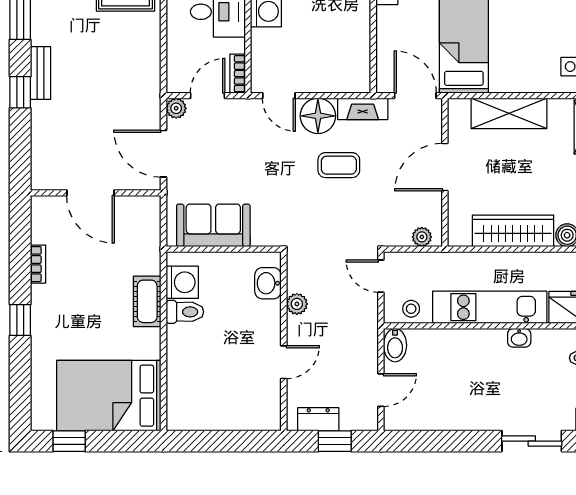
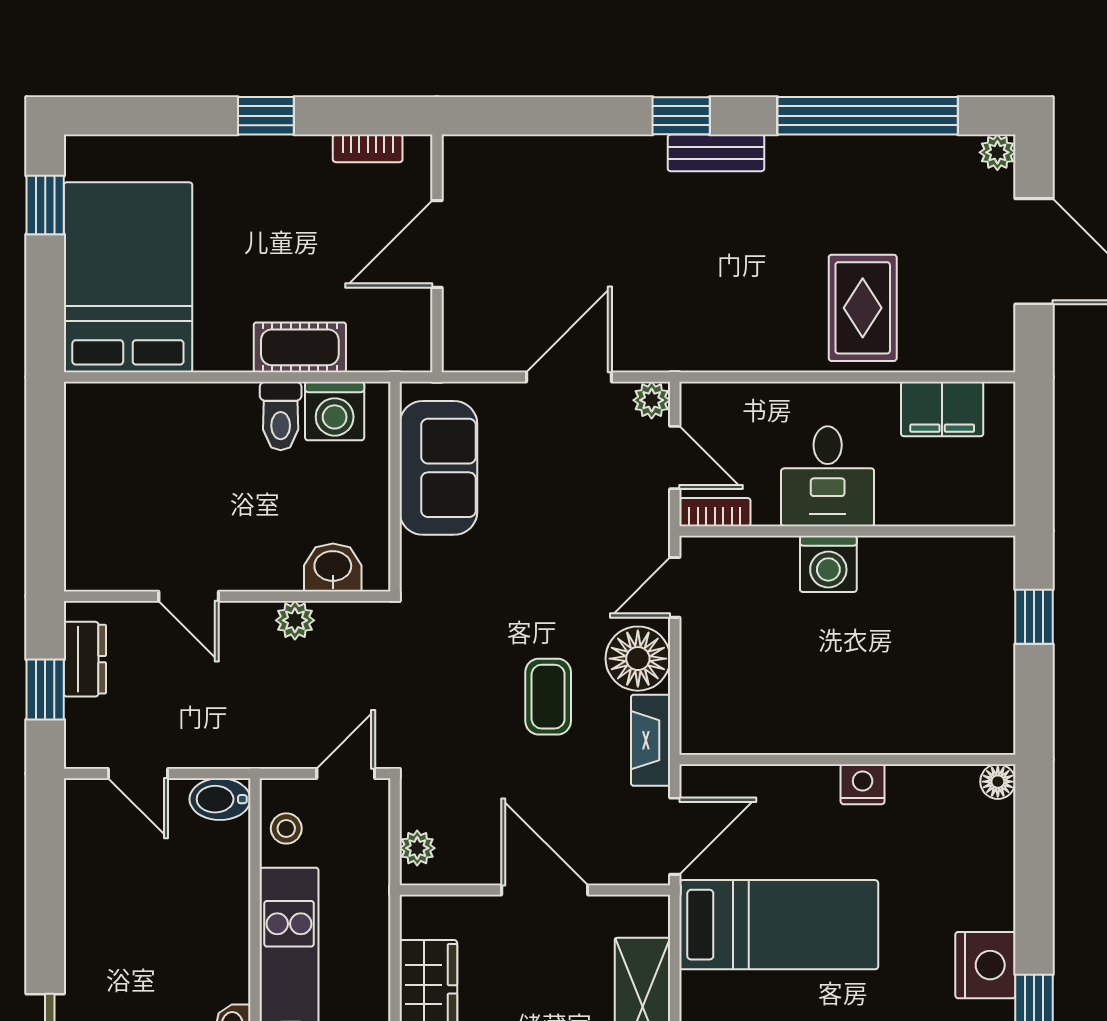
door: (90, 193) -> (437, 244), moved
wall: (96, 193) -> (437, 253), moved

